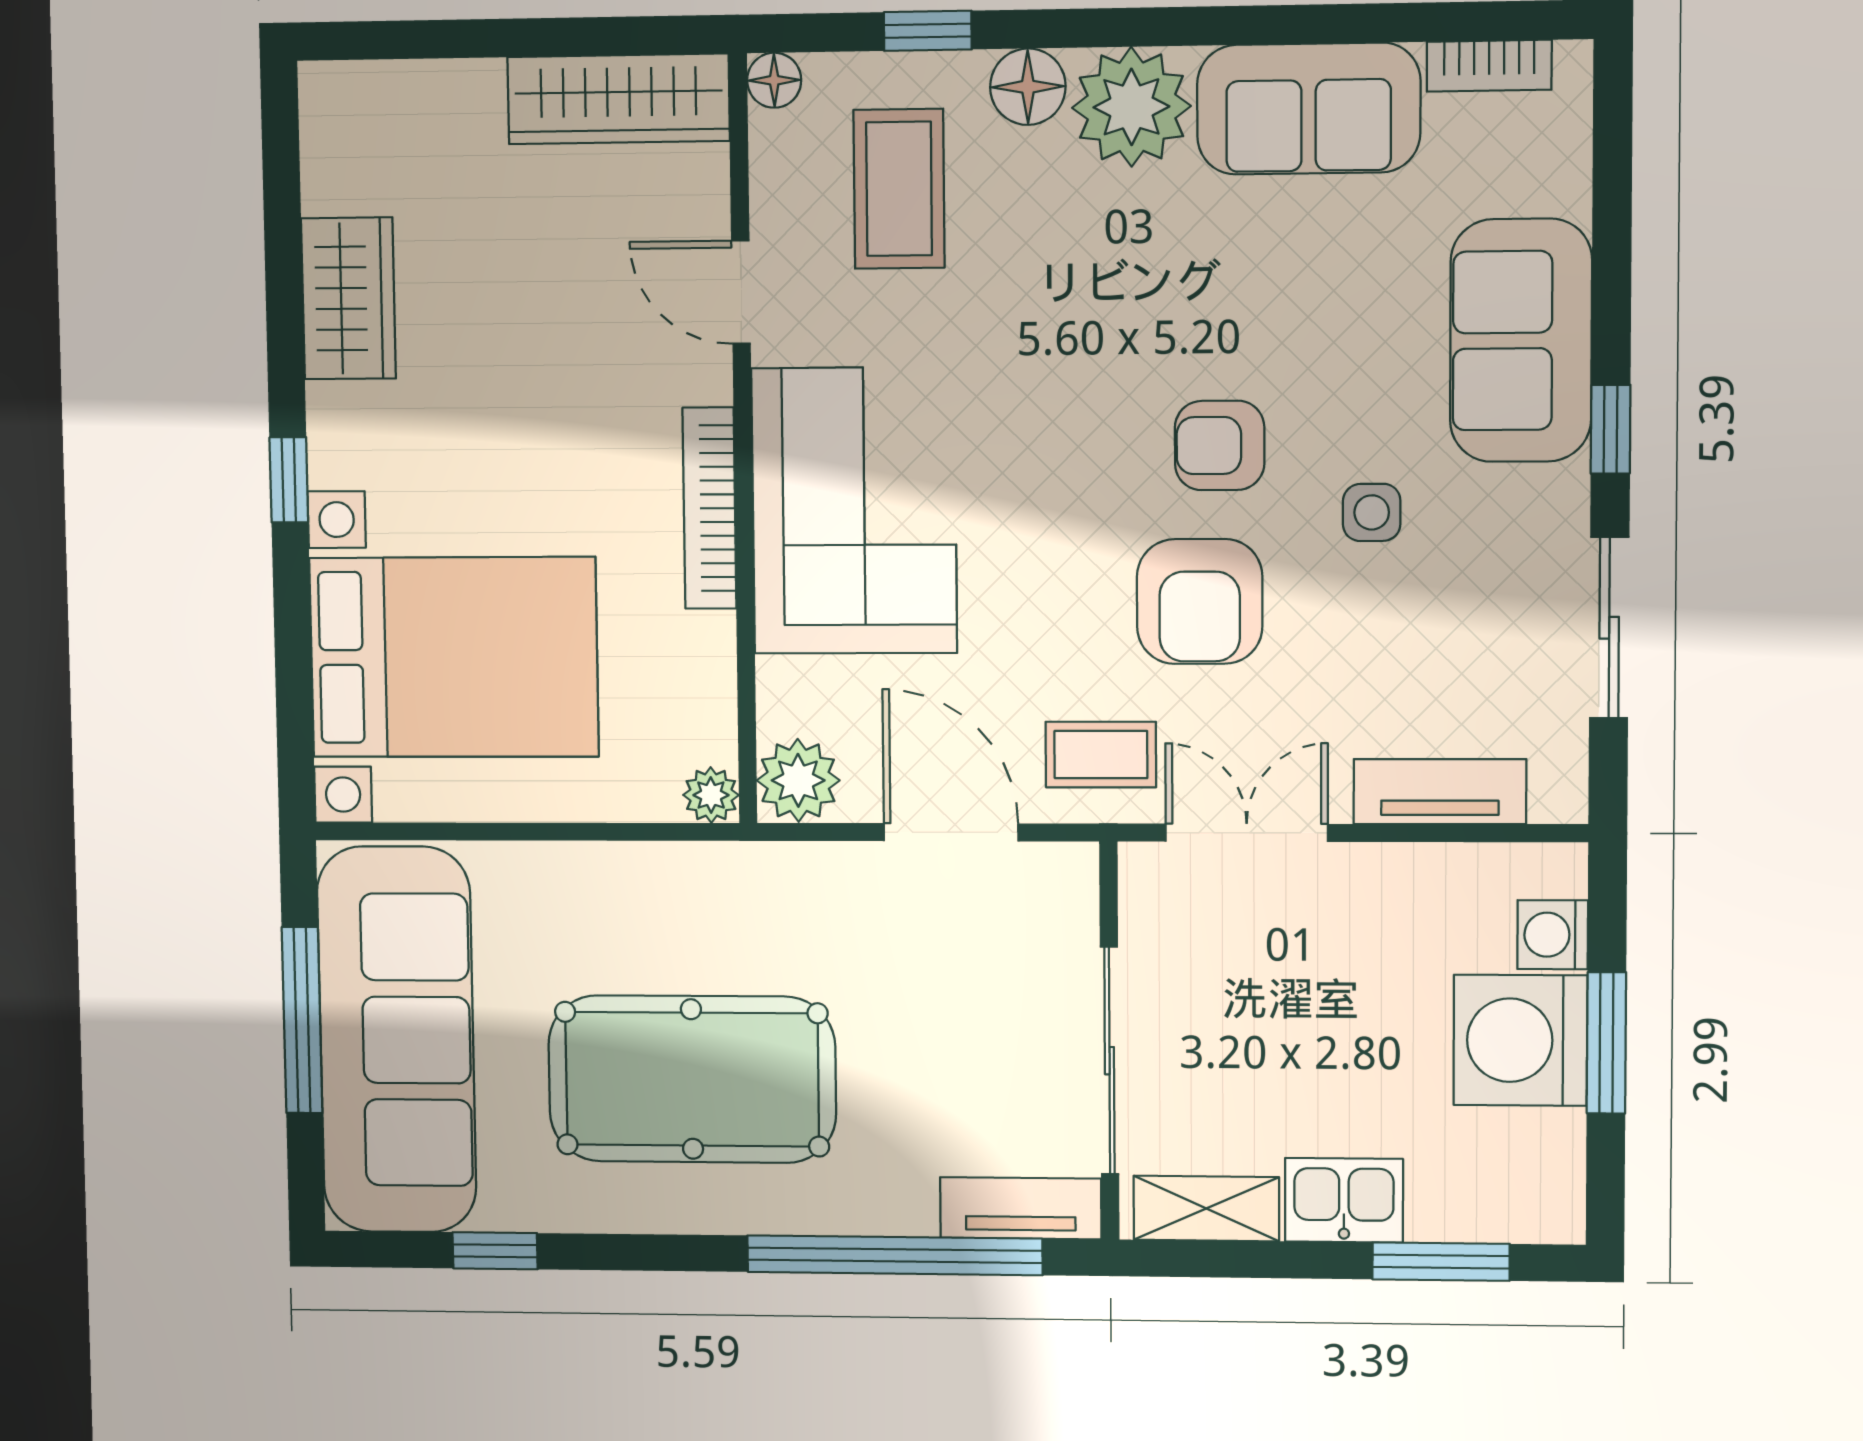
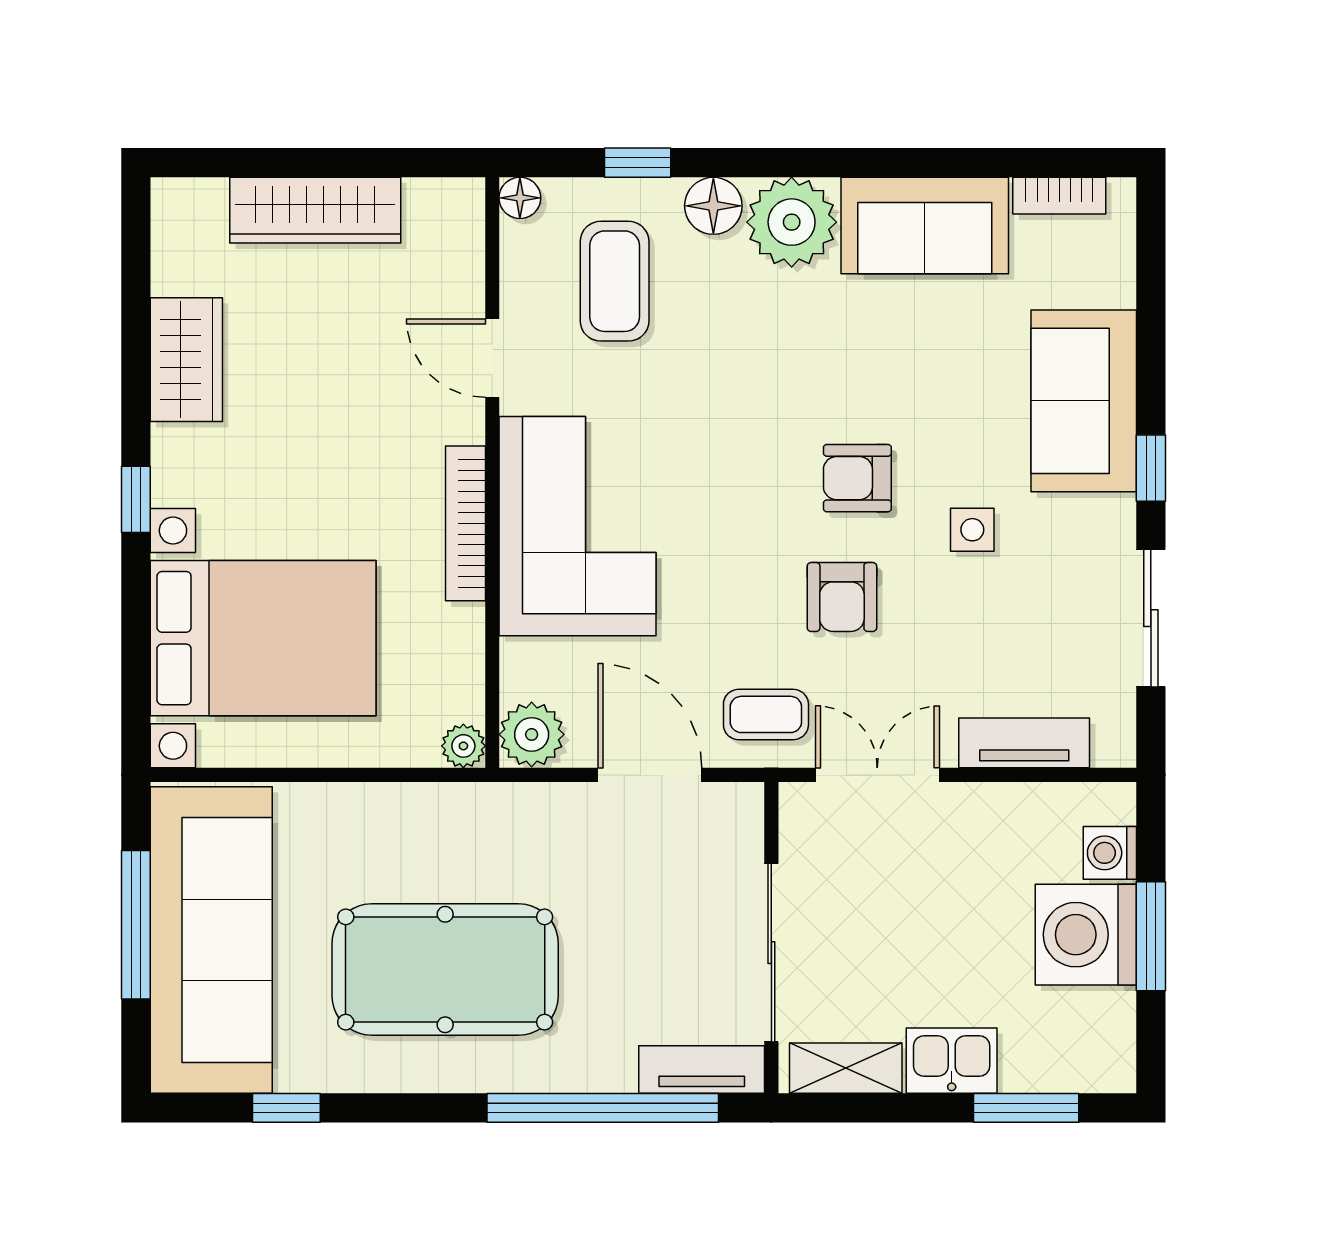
wardrobe: (618, 99) -> (315, 210), moved
armchair: (1200, 602) -> (842, 597), width x0.72, depth x0.72

